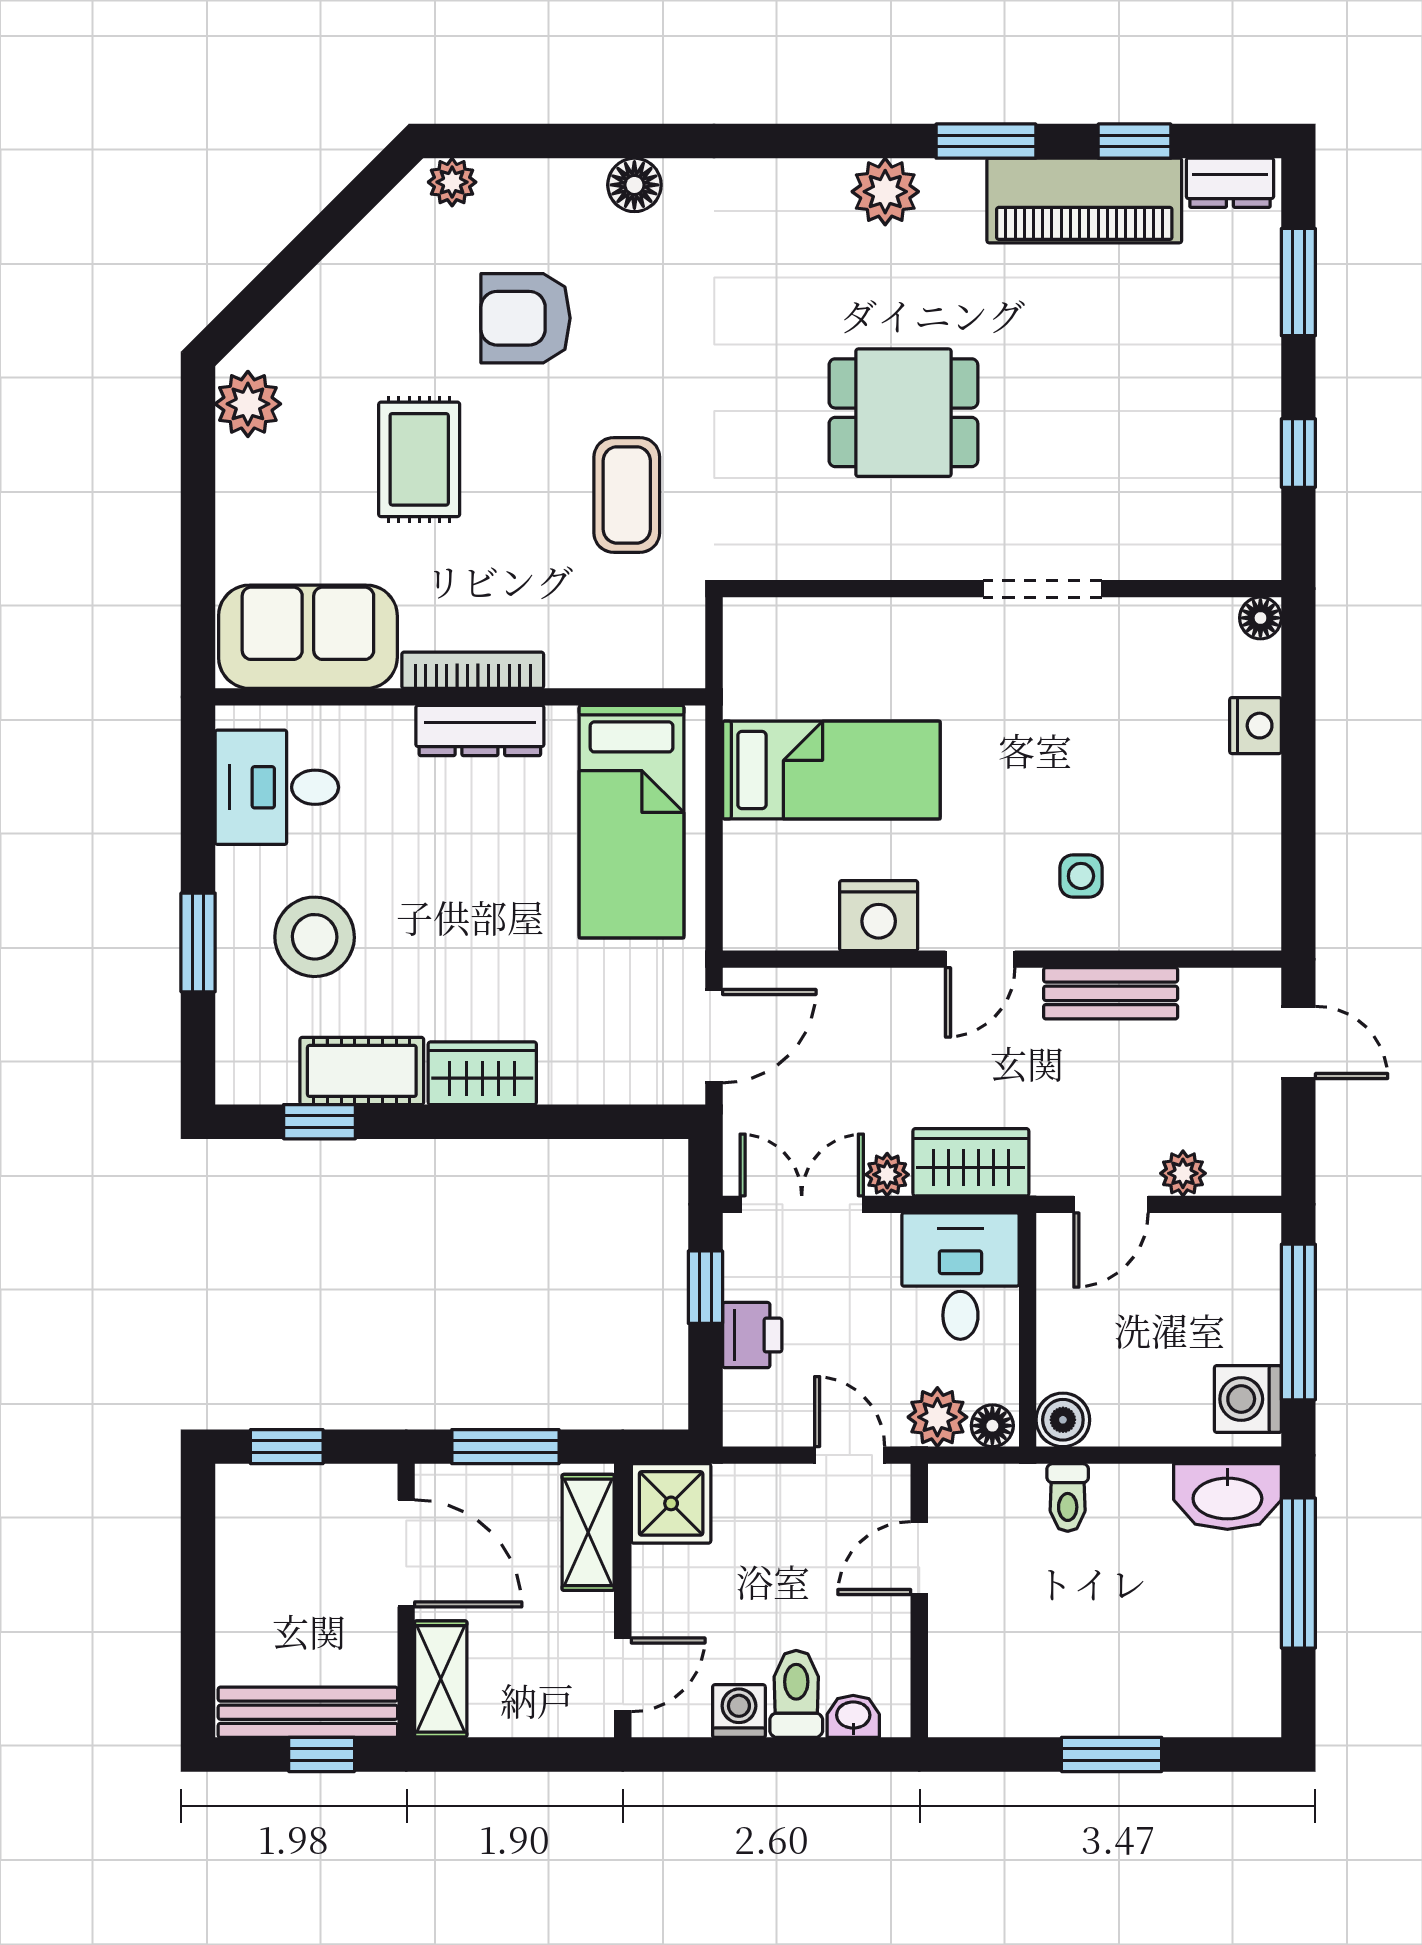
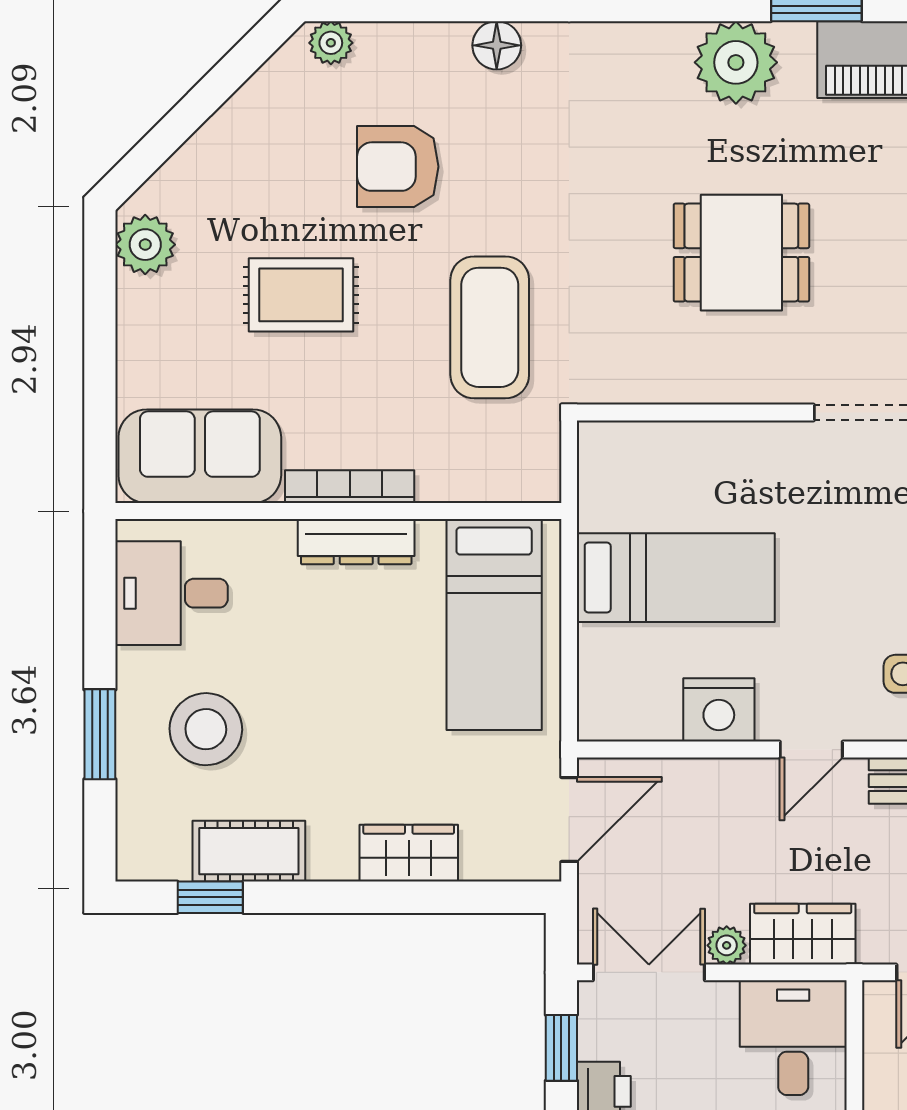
plant: (885, 192) -> (736, 62), width x1.36, depth x1.36
rug: (419, 459) -> (301, 295), turned 90
coffee table: (627, 495) -> (490, 327), width x1.36, depth x1.32
wardrobe: (482, 1073) -> (409, 853), moved

